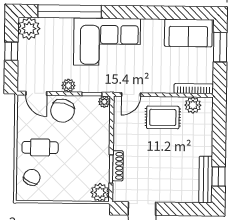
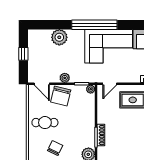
window: (70, 12) -> (94, 25), moved
plant: (29, 28) -> (59, 37), moved
corner sofa: (107, 42) -> (109, 46), moved
chair: (32, 177) -> (55, 148), moved

